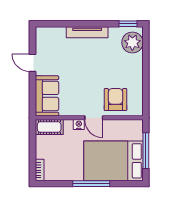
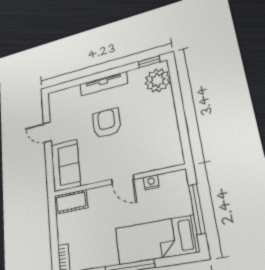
armchair: (115, 100) -> (107, 123), moved
nightstand: (79, 125) -> (151, 182), moved
bed: (113, 161) -> (156, 240), width x0.67

